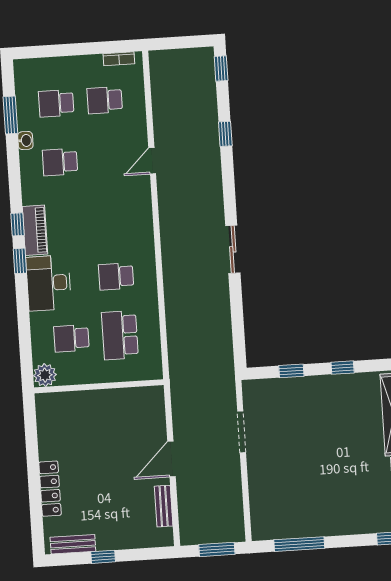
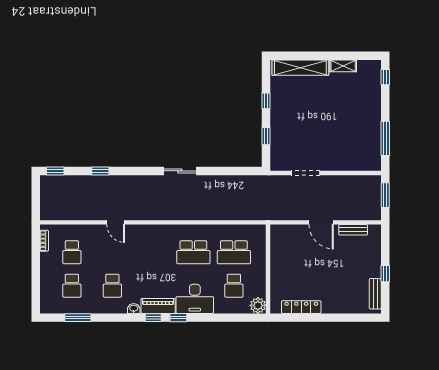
washbasin: (25, 140) -> (134, 308), moved
school desk: (116, 276) -> (193, 252), width x1.85
locker: (50, 489) -> (301, 307), moved

